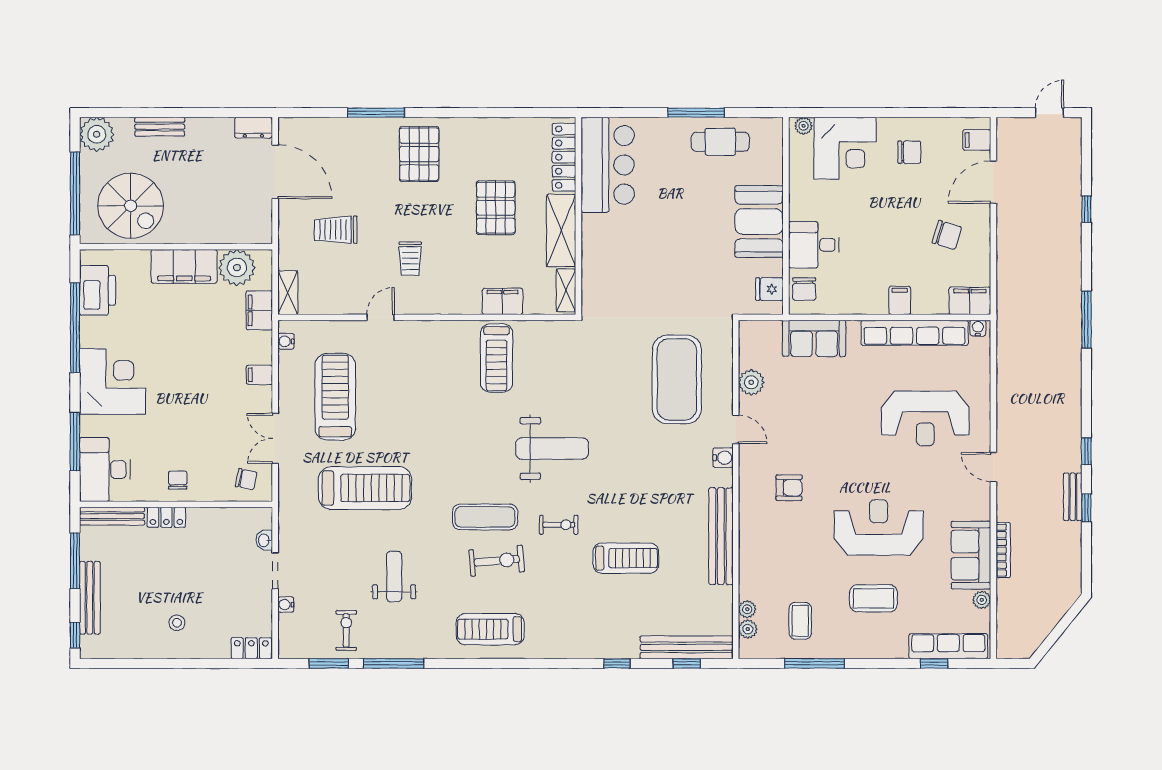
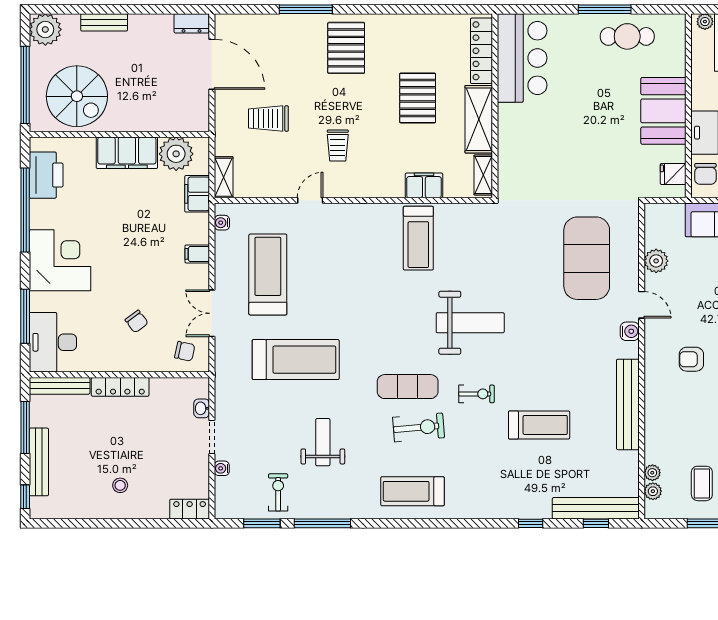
chair: (178, 480) -> (137, 321), moved, turned 143
armchair: (789, 488) -> (691, 359), turned 180
locker: (166, 517) -> (120, 387), width x1.53

